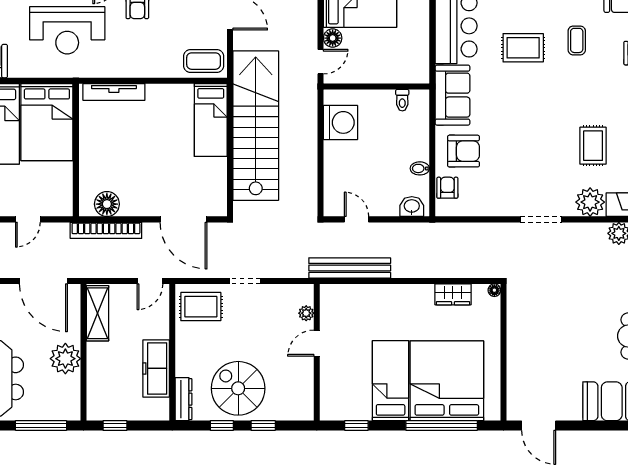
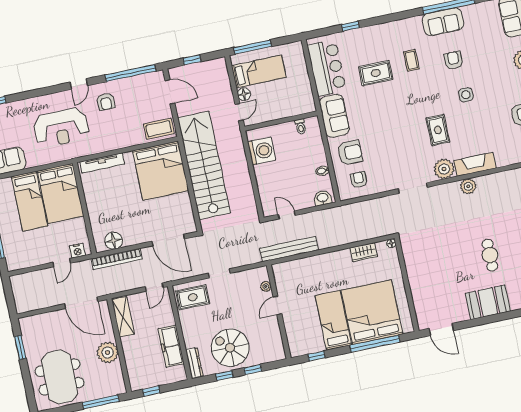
bed: (211, 120) -> (161, 171), width x2.04
armchair: (447, 188) -> (359, 180), moved
nightstand: (53, 207) -> (77, 251), added

